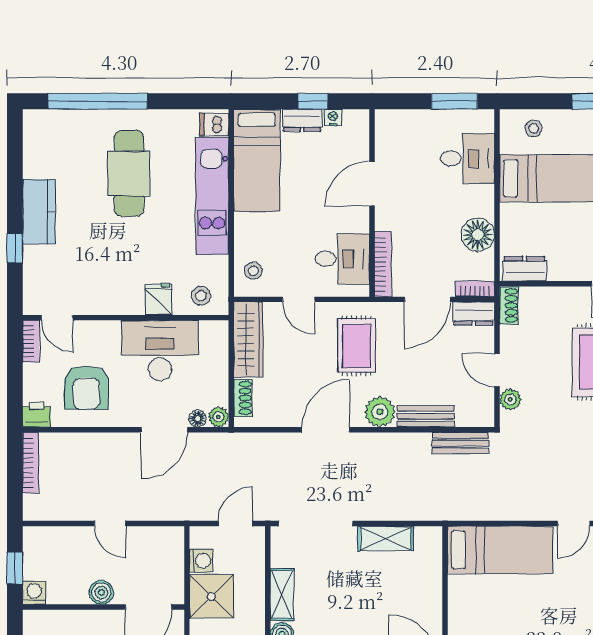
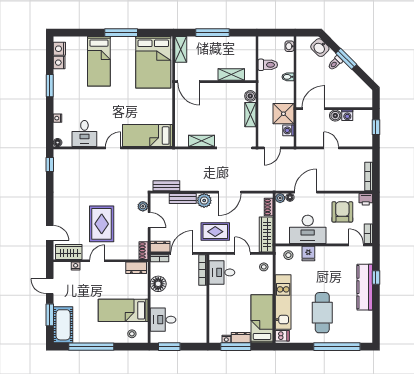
window: (313, 101) -> (236, 347), width x2.17
door: (372, 184) -> (208, 308), removed
kitchen counter: (39, 212) -> (365, 287), width x1.50
rug: (357, 346) -> (215, 232), turned 90
washing machine: (34, 593) -> (347, 115), moved

